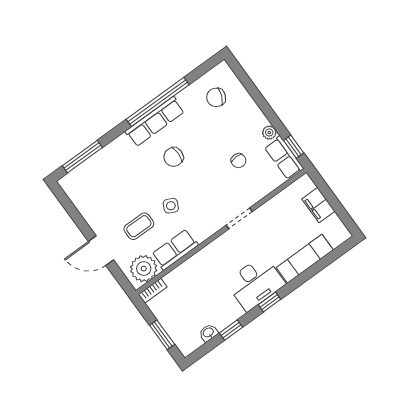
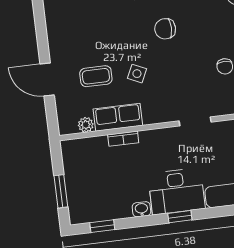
plant: (144, 269) -> (86, 125), width x0.53, depth x0.53
bookcase: (153, 291) -> (123, 139), moved
window: (231, 330) -> (102, 226), moved
washbasin: (208, 333) -> (141, 209), moved

